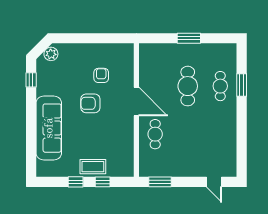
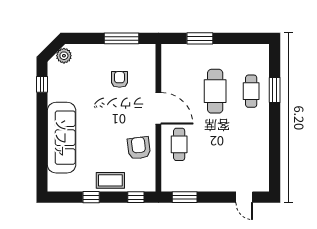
window: (103, 38) -> (121, 38), added
window: (189, 38) -> (200, 38), moved
armchair: (90, 103) -> (139, 148), moved, turned 83
window: (103, 182) -> (136, 197), moved

